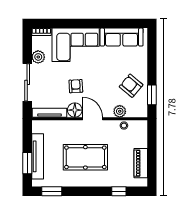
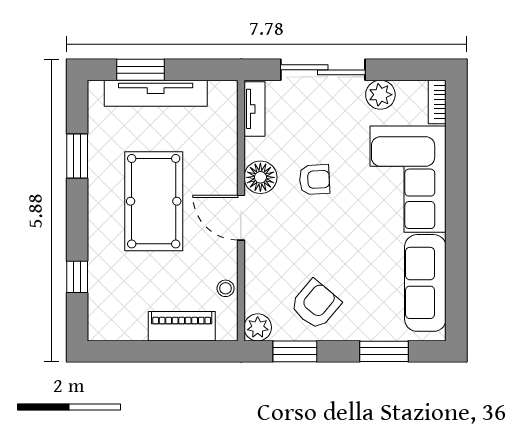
window: (152, 55) -> (384, 351), added
plant: (120, 111) -> (258, 327), moved
tv unit: (50, 113) -> (255, 109), width x0.71
door: (93, 119) -> (241, 218), swing flipped
piano: (141, 163) -> (182, 326), moved
window: (52, 191) -> (77, 156), moved

